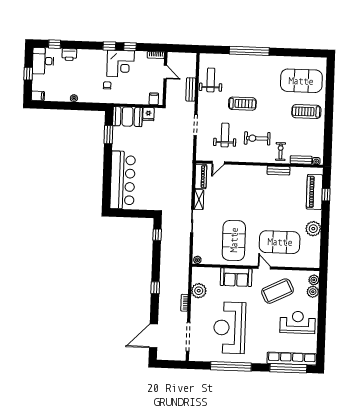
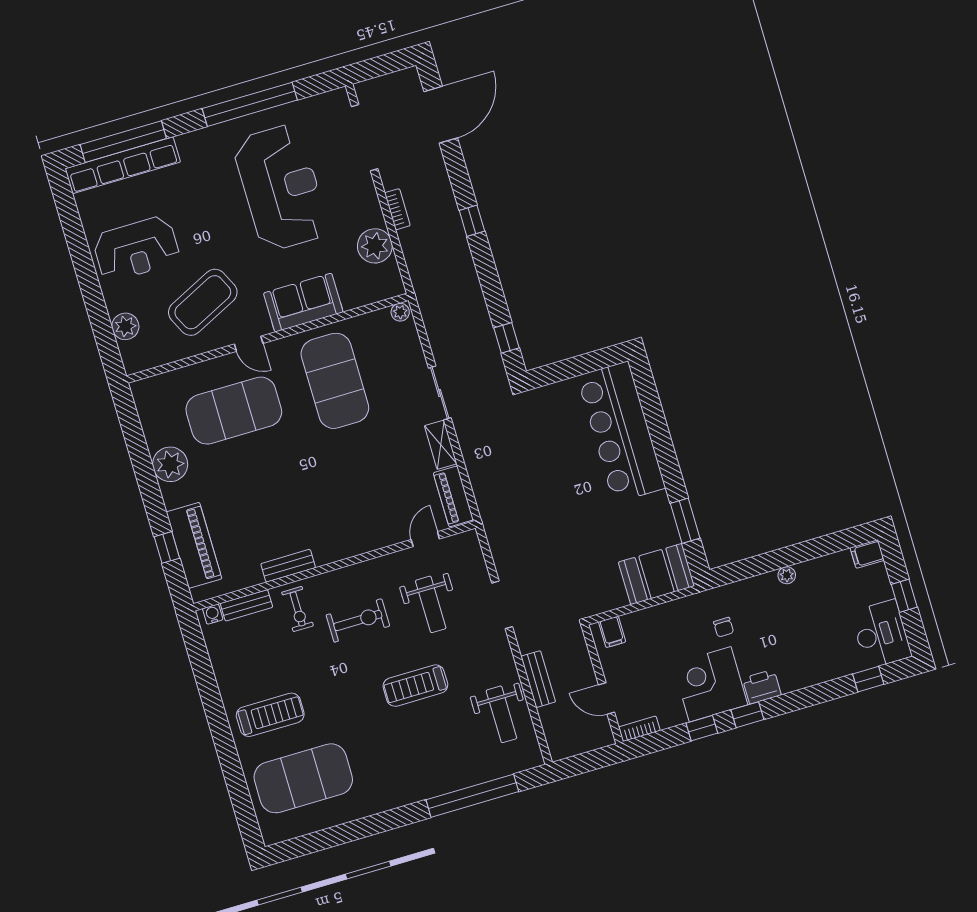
window: (249, 51) -> (472, 796), moved
printer: (69, 55) -> (762, 687), moved
fridge: (148, 114) -> (613, 594), removed
plant: (314, 280) -> (132, 353), removed

